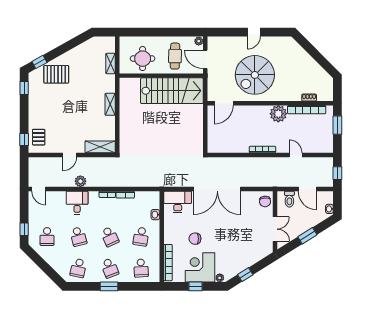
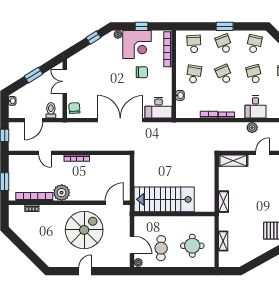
wall: (161, 76) -> (174, 214), moved
stairs: (172, 91) -> (164, 199), moved
door: (307, 189) -> (34, 120), swing flipped

